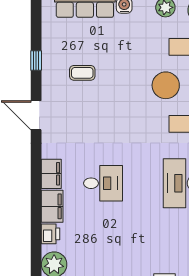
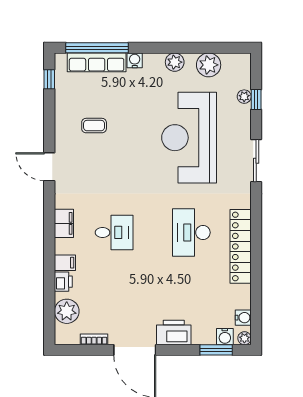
window: (36, 60) -> (49, 79), moved
filing cabinet: (52, 206) -> (65, 263), width x0.50

